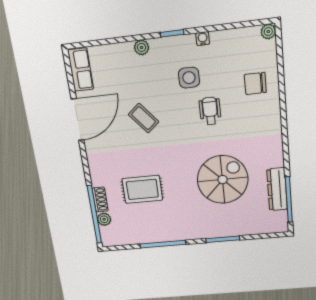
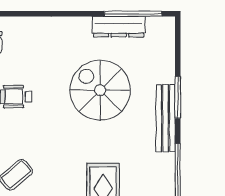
bench: (205, 232) -> (166, 118), added

